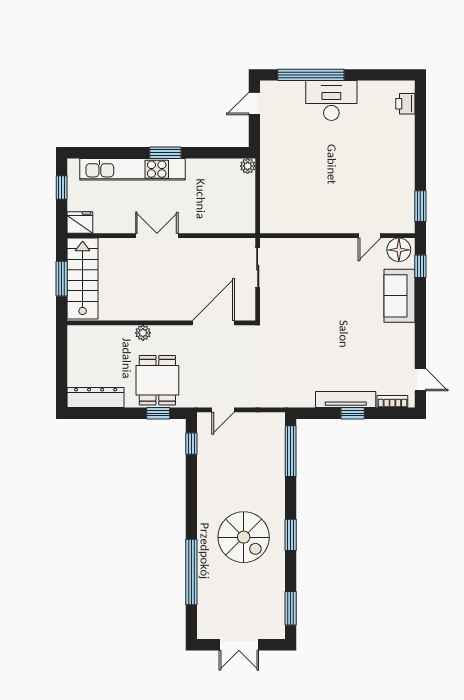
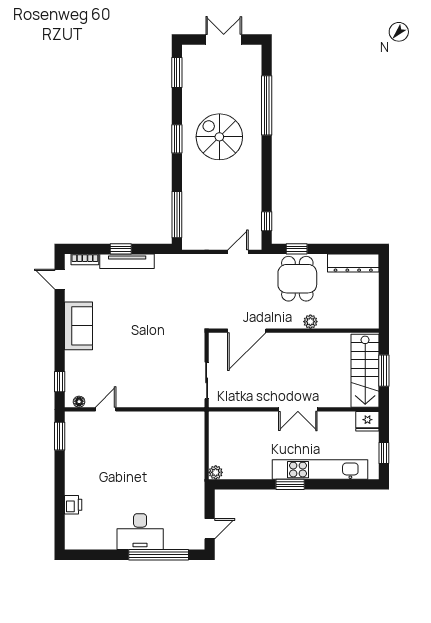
printer: (405, 104) -> (73, 505), moved
floor lamp: (399, 250) -> (79, 402), width x0.53, depth x0.53
sofa: (399, 296) -> (79, 326), moved

